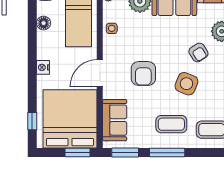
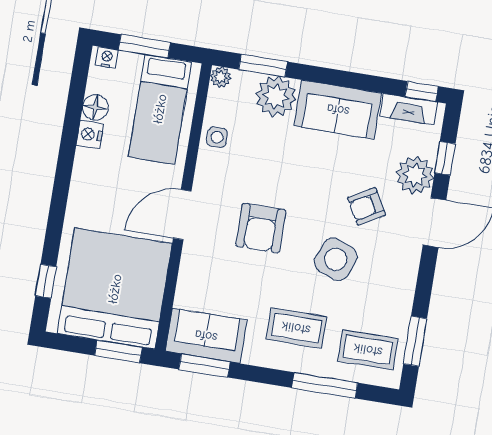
armchair: (198, 52) -> (367, 206), turned 93
nightstand: (43, 67) -> (90, 134), moved
sofa: (115, 120) -> (206, 336), moved, turned -90
window: (167, 153) -> (325, 385), moved

